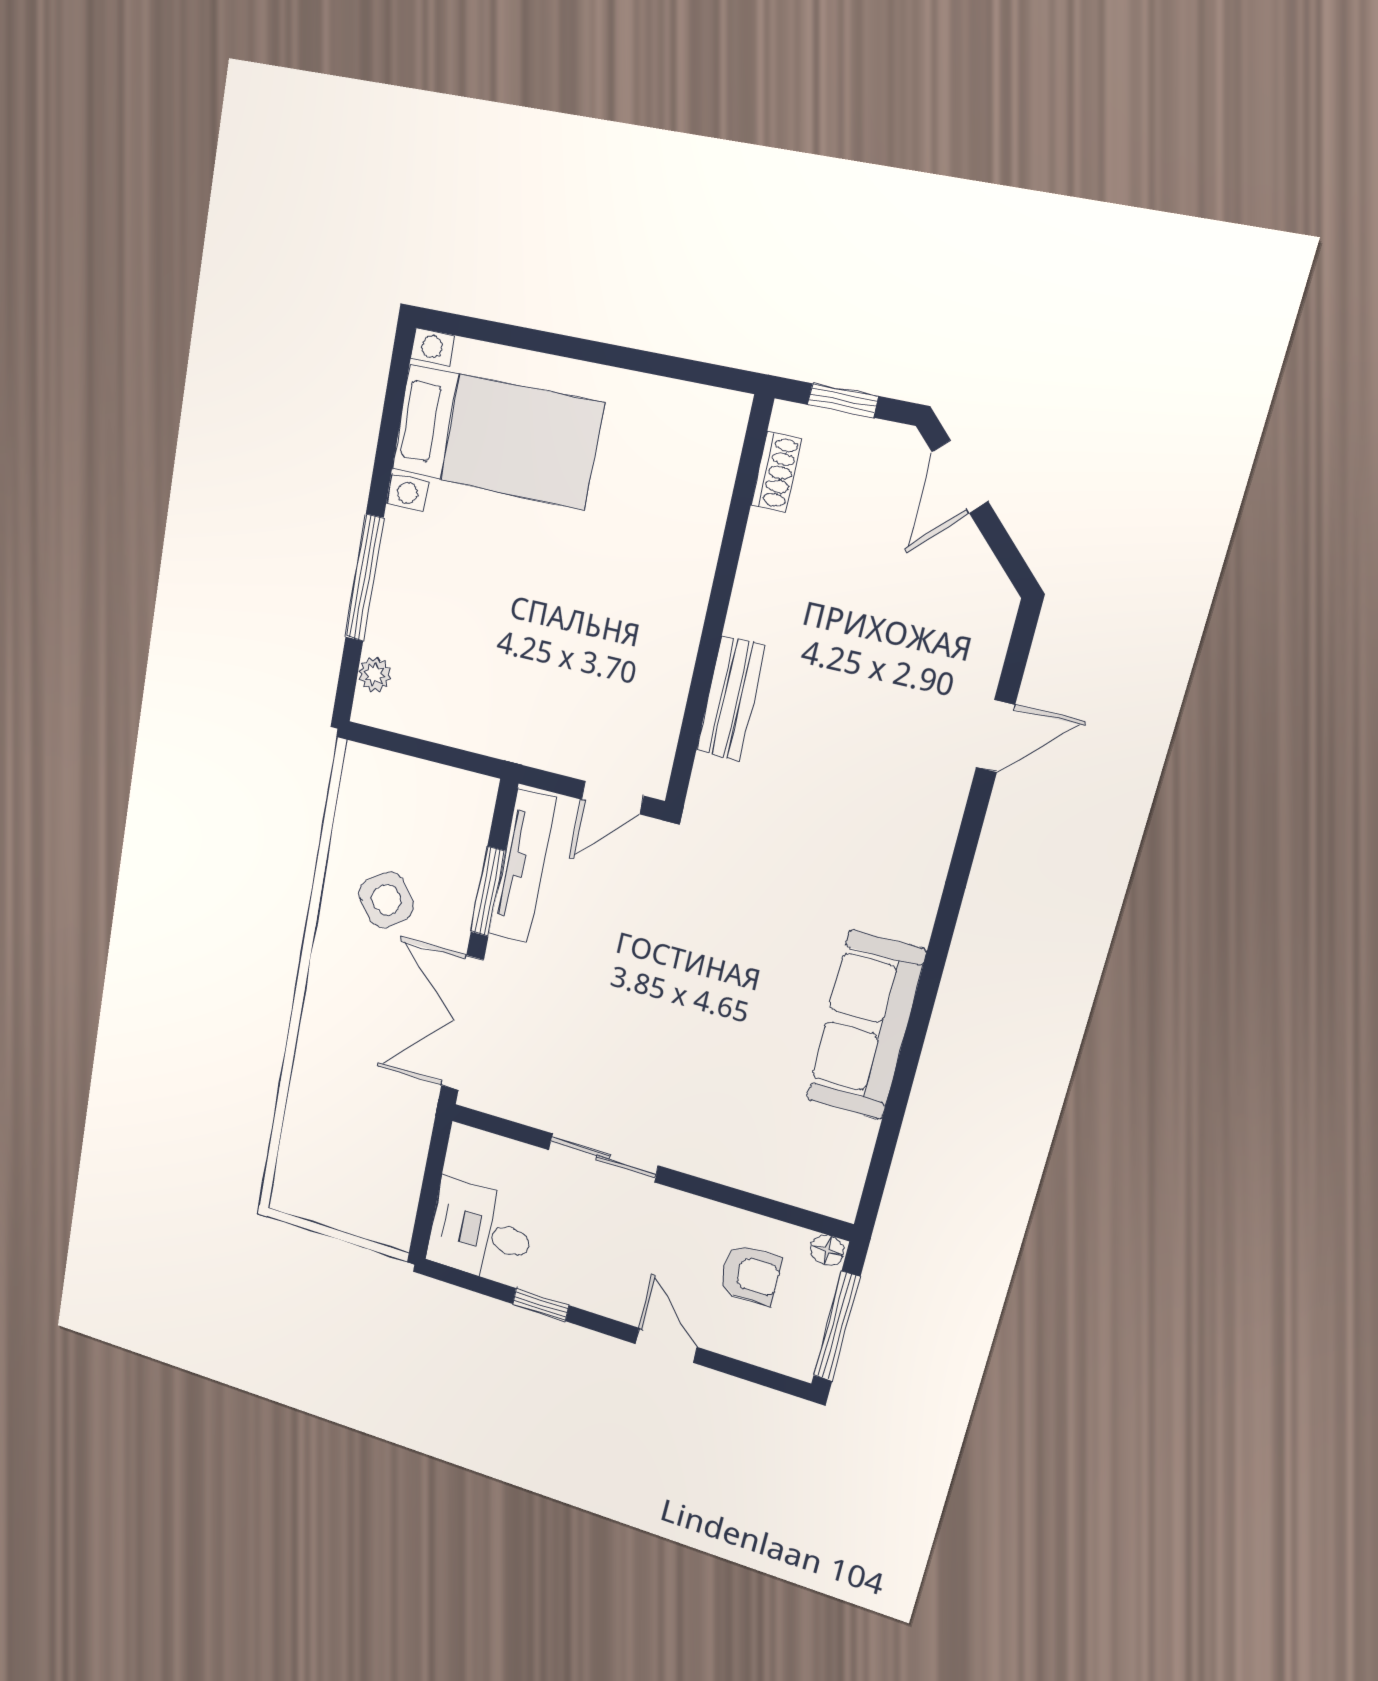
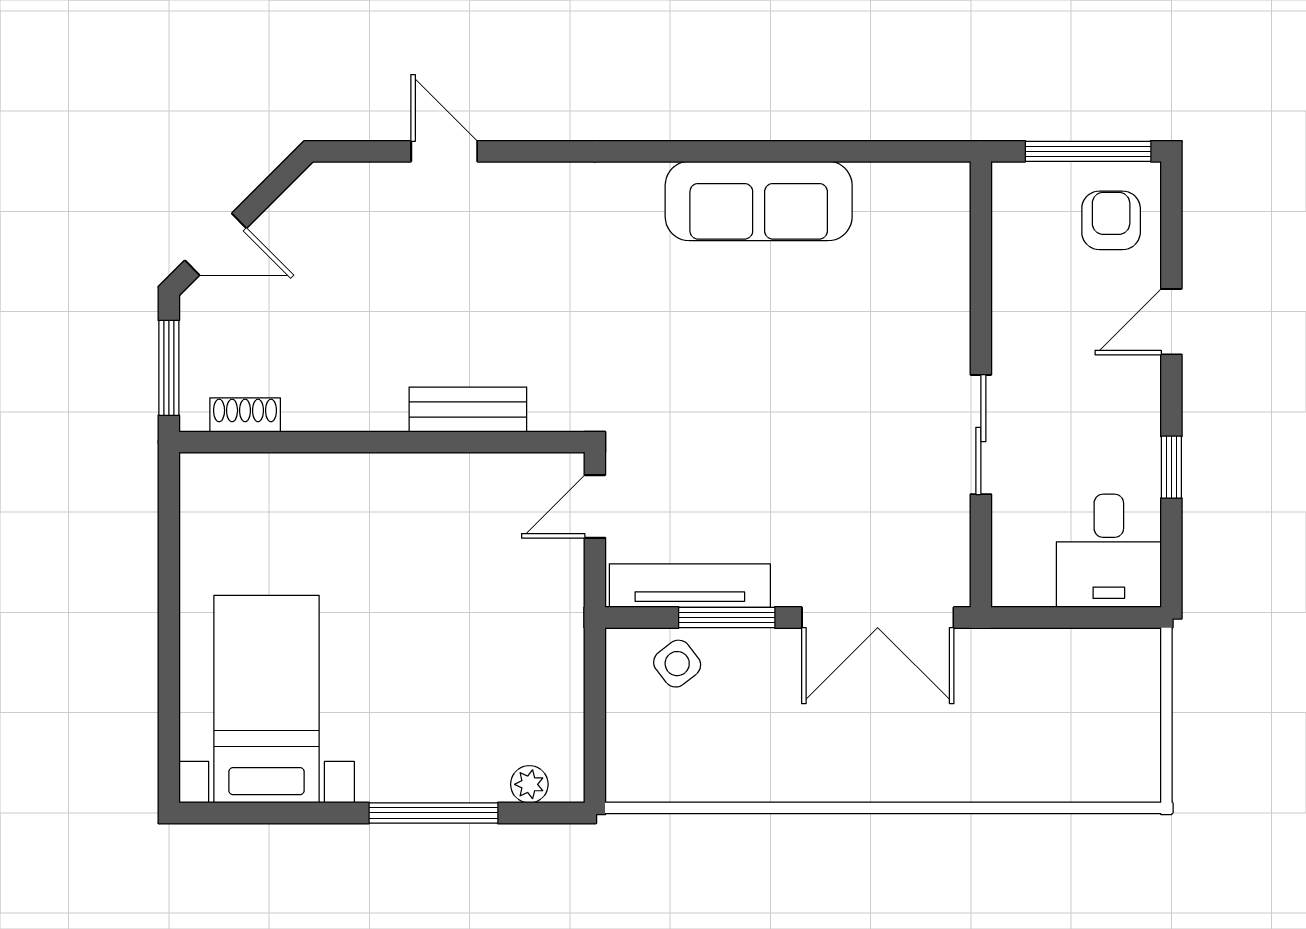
window: (843, 400) -> (169, 368), width x1.50
door: (612, 798) -> (595, 506), swing flipped
side table: (386, 900) -> (677, 664), moved, width x0.73, depth x0.73
floor lamp: (827, 1250) -> (1008, 181), removed
armchair: (750, 1274) -> (1111, 220), moved

